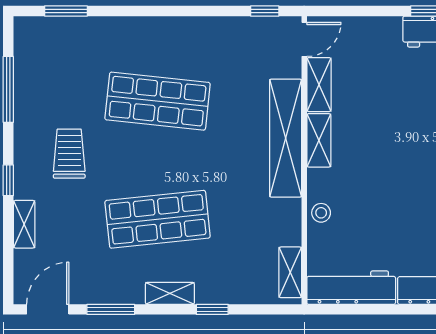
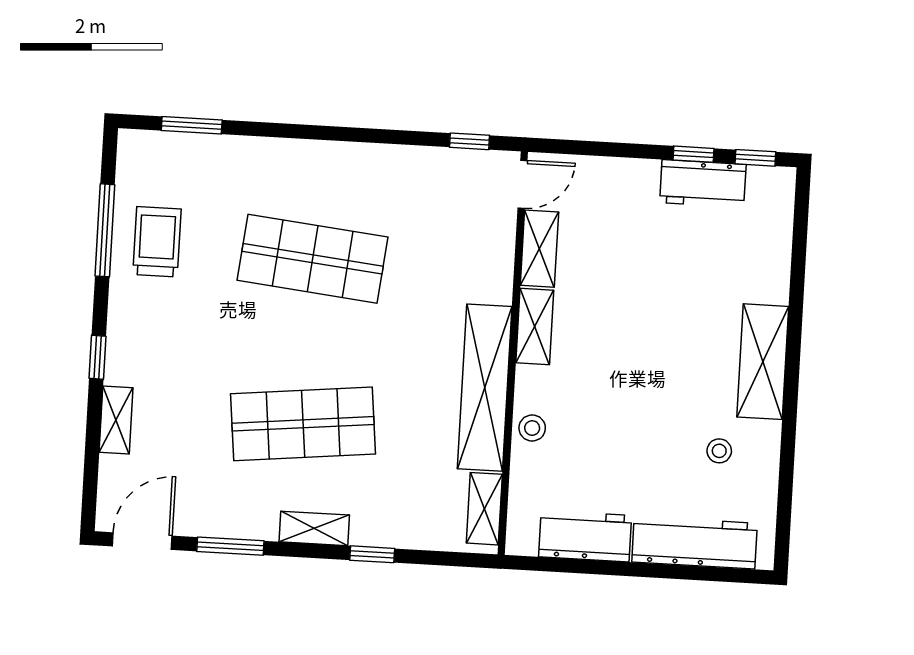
shelving: (286, 138) -> (485, 388), moved
trolley: (69, 154) -> (157, 242), moved
workbench: (351, 288) -> (585, 536), width x0.73

